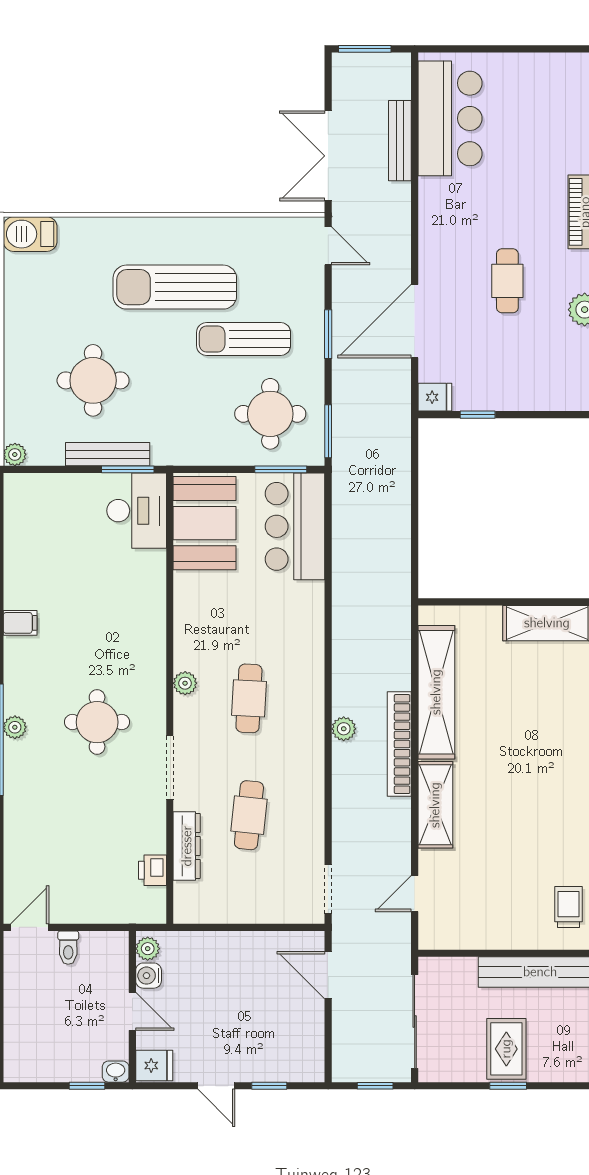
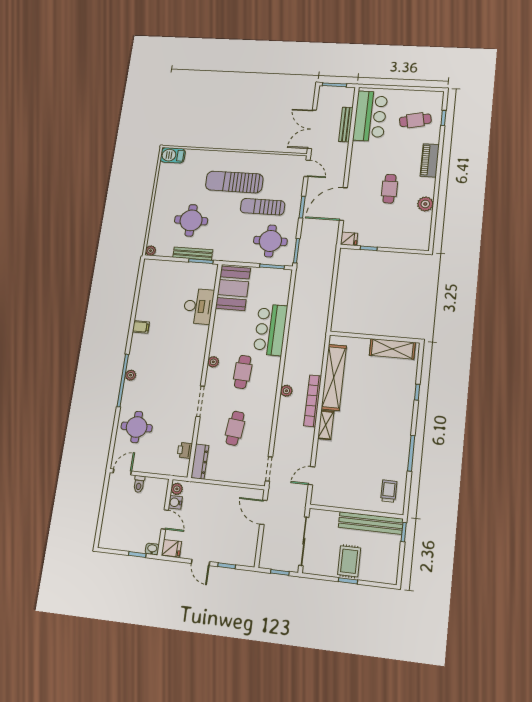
cafe table: (546, 123) -> (415, 120), added
desk: (137, 511) -> (198, 306), moved
bar counter: (295, 526) -> (271, 330), moved
round table: (97, 722) -> (137, 427), moved
shelving: (435, 805) -> (326, 425), width x0.67, depth x0.75
dresser: (187, 846) -> (200, 462), moved

